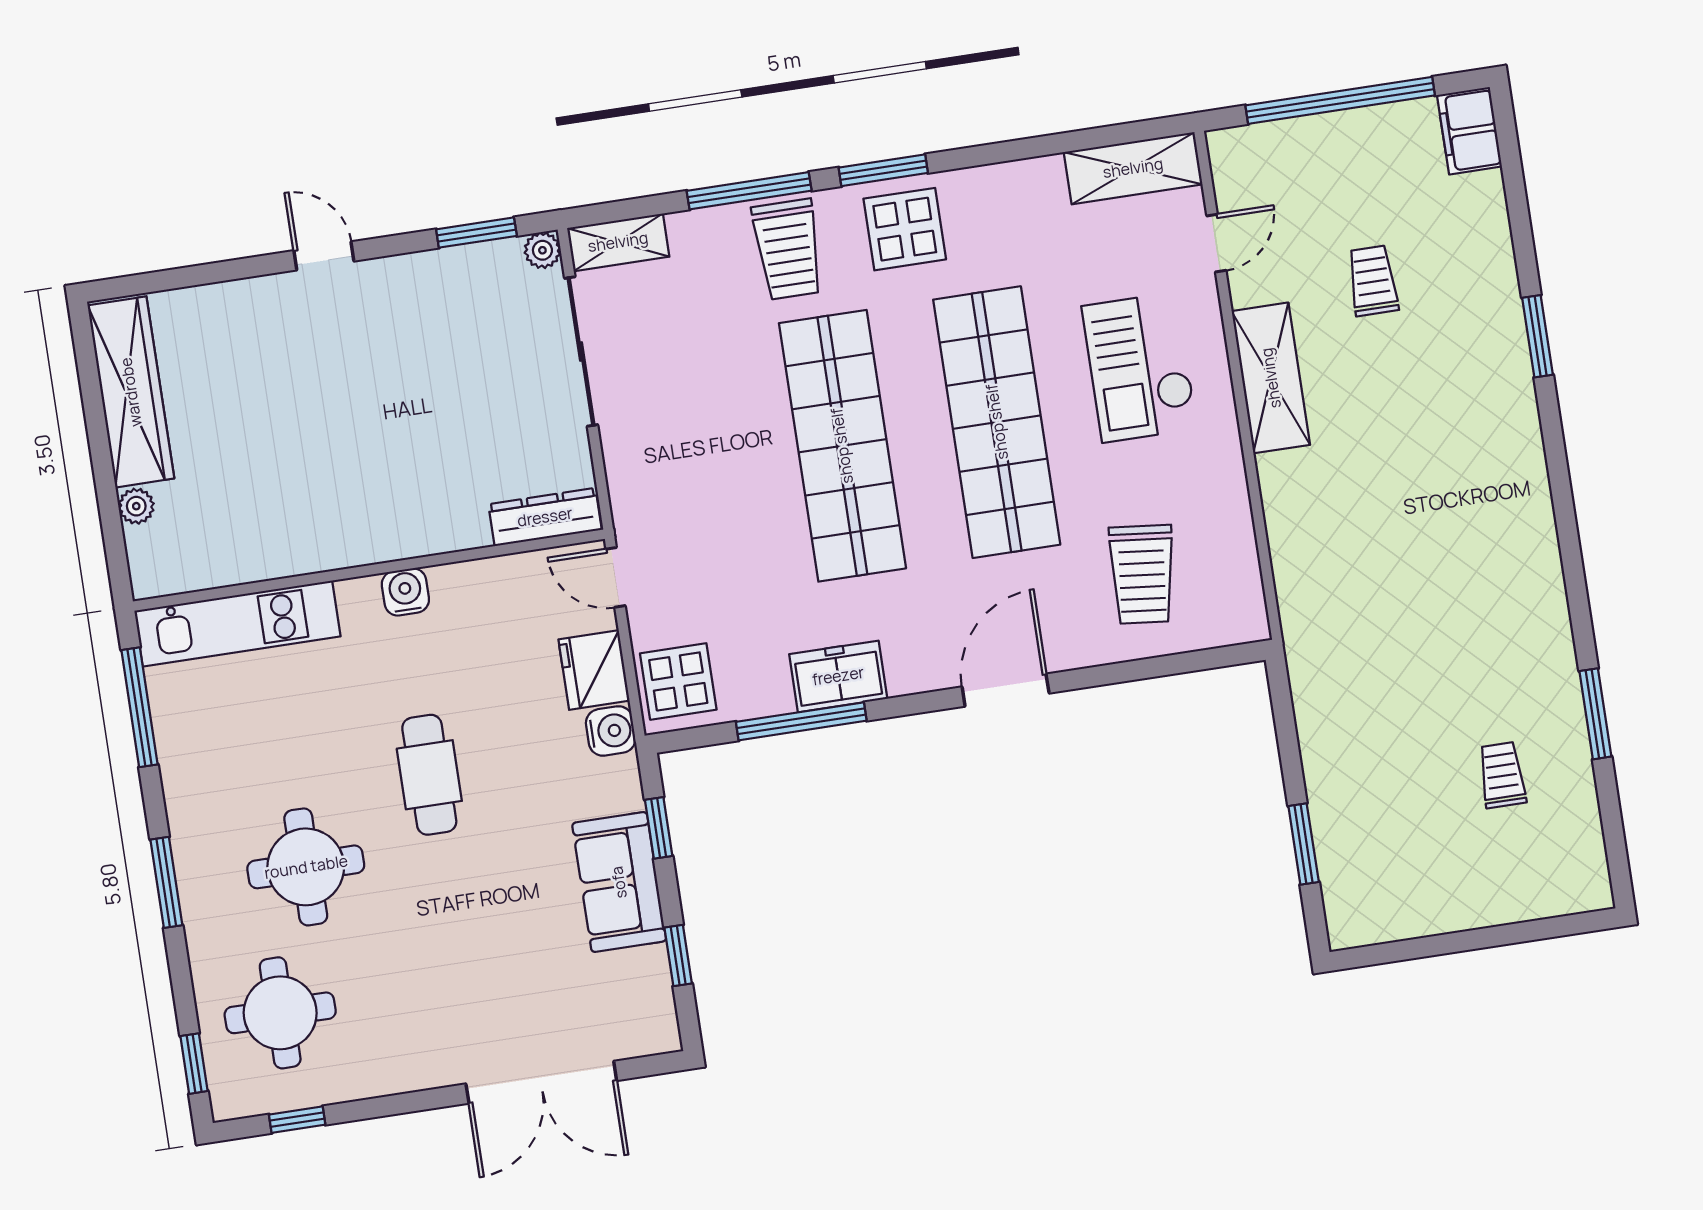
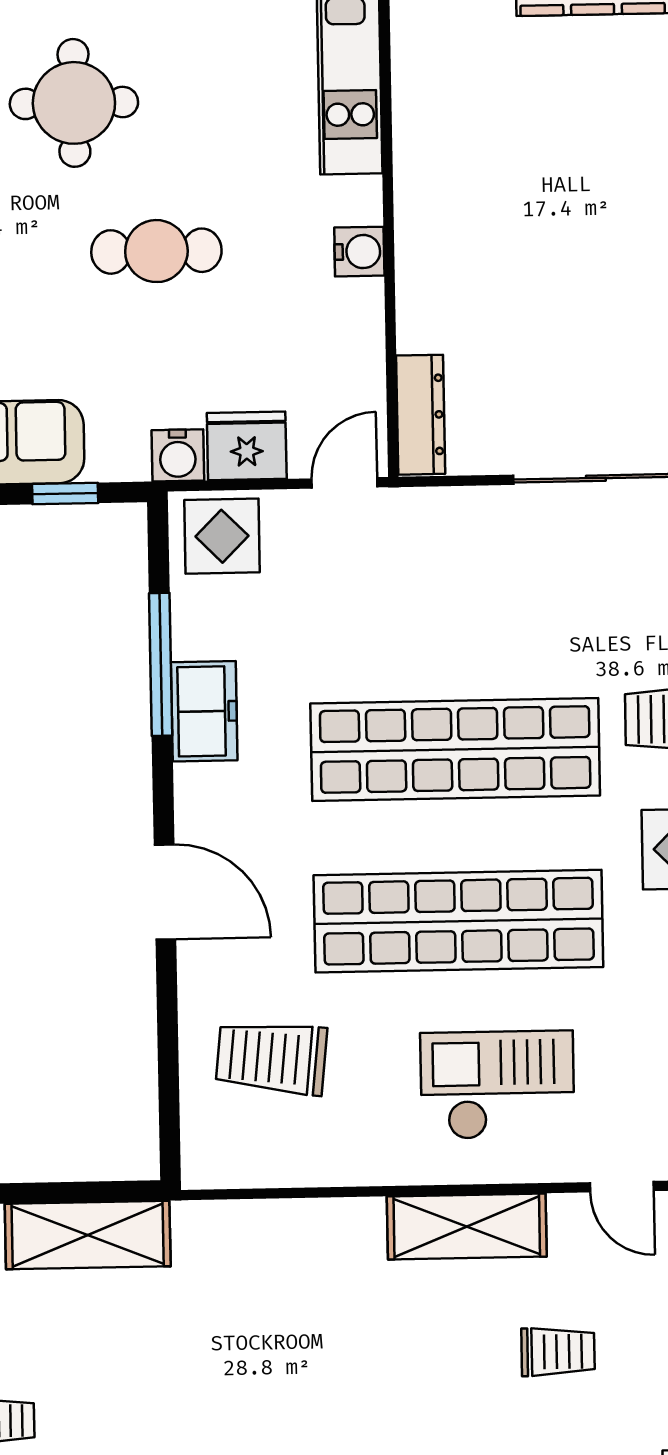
shelving: (1324, 718) -> (88, 1235), added

